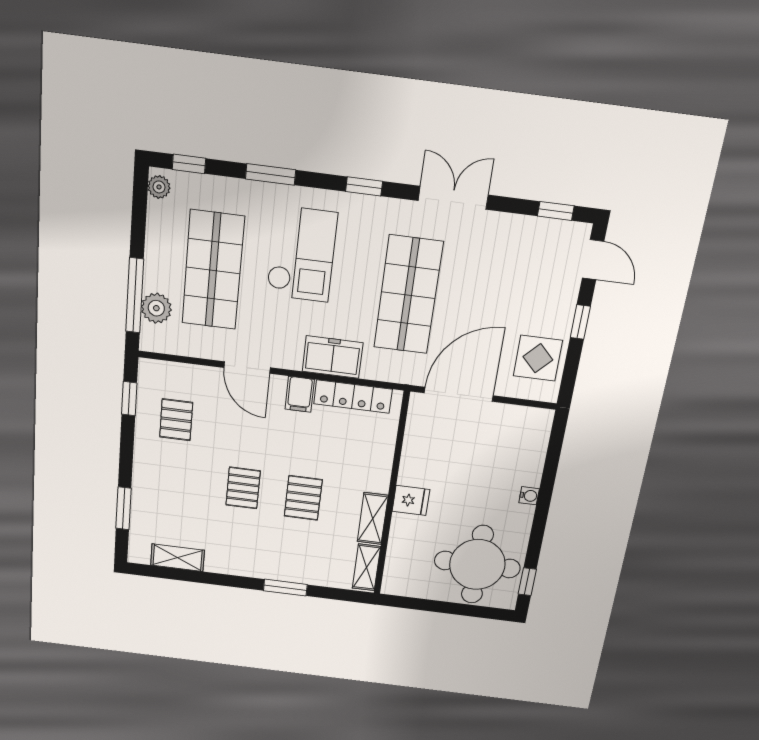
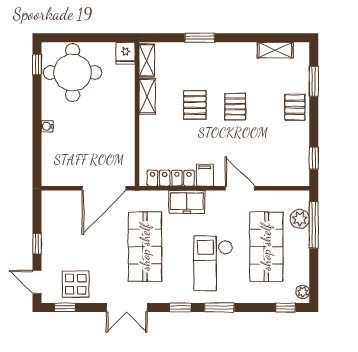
window: (271, 174) -> (219, 307), moved
display table: (538, 358) -> (76, 284), moved
pallet: (176, 420) -> (295, 107), moved
fridge: (411, 500) -> (126, 53), moved, turned -90

